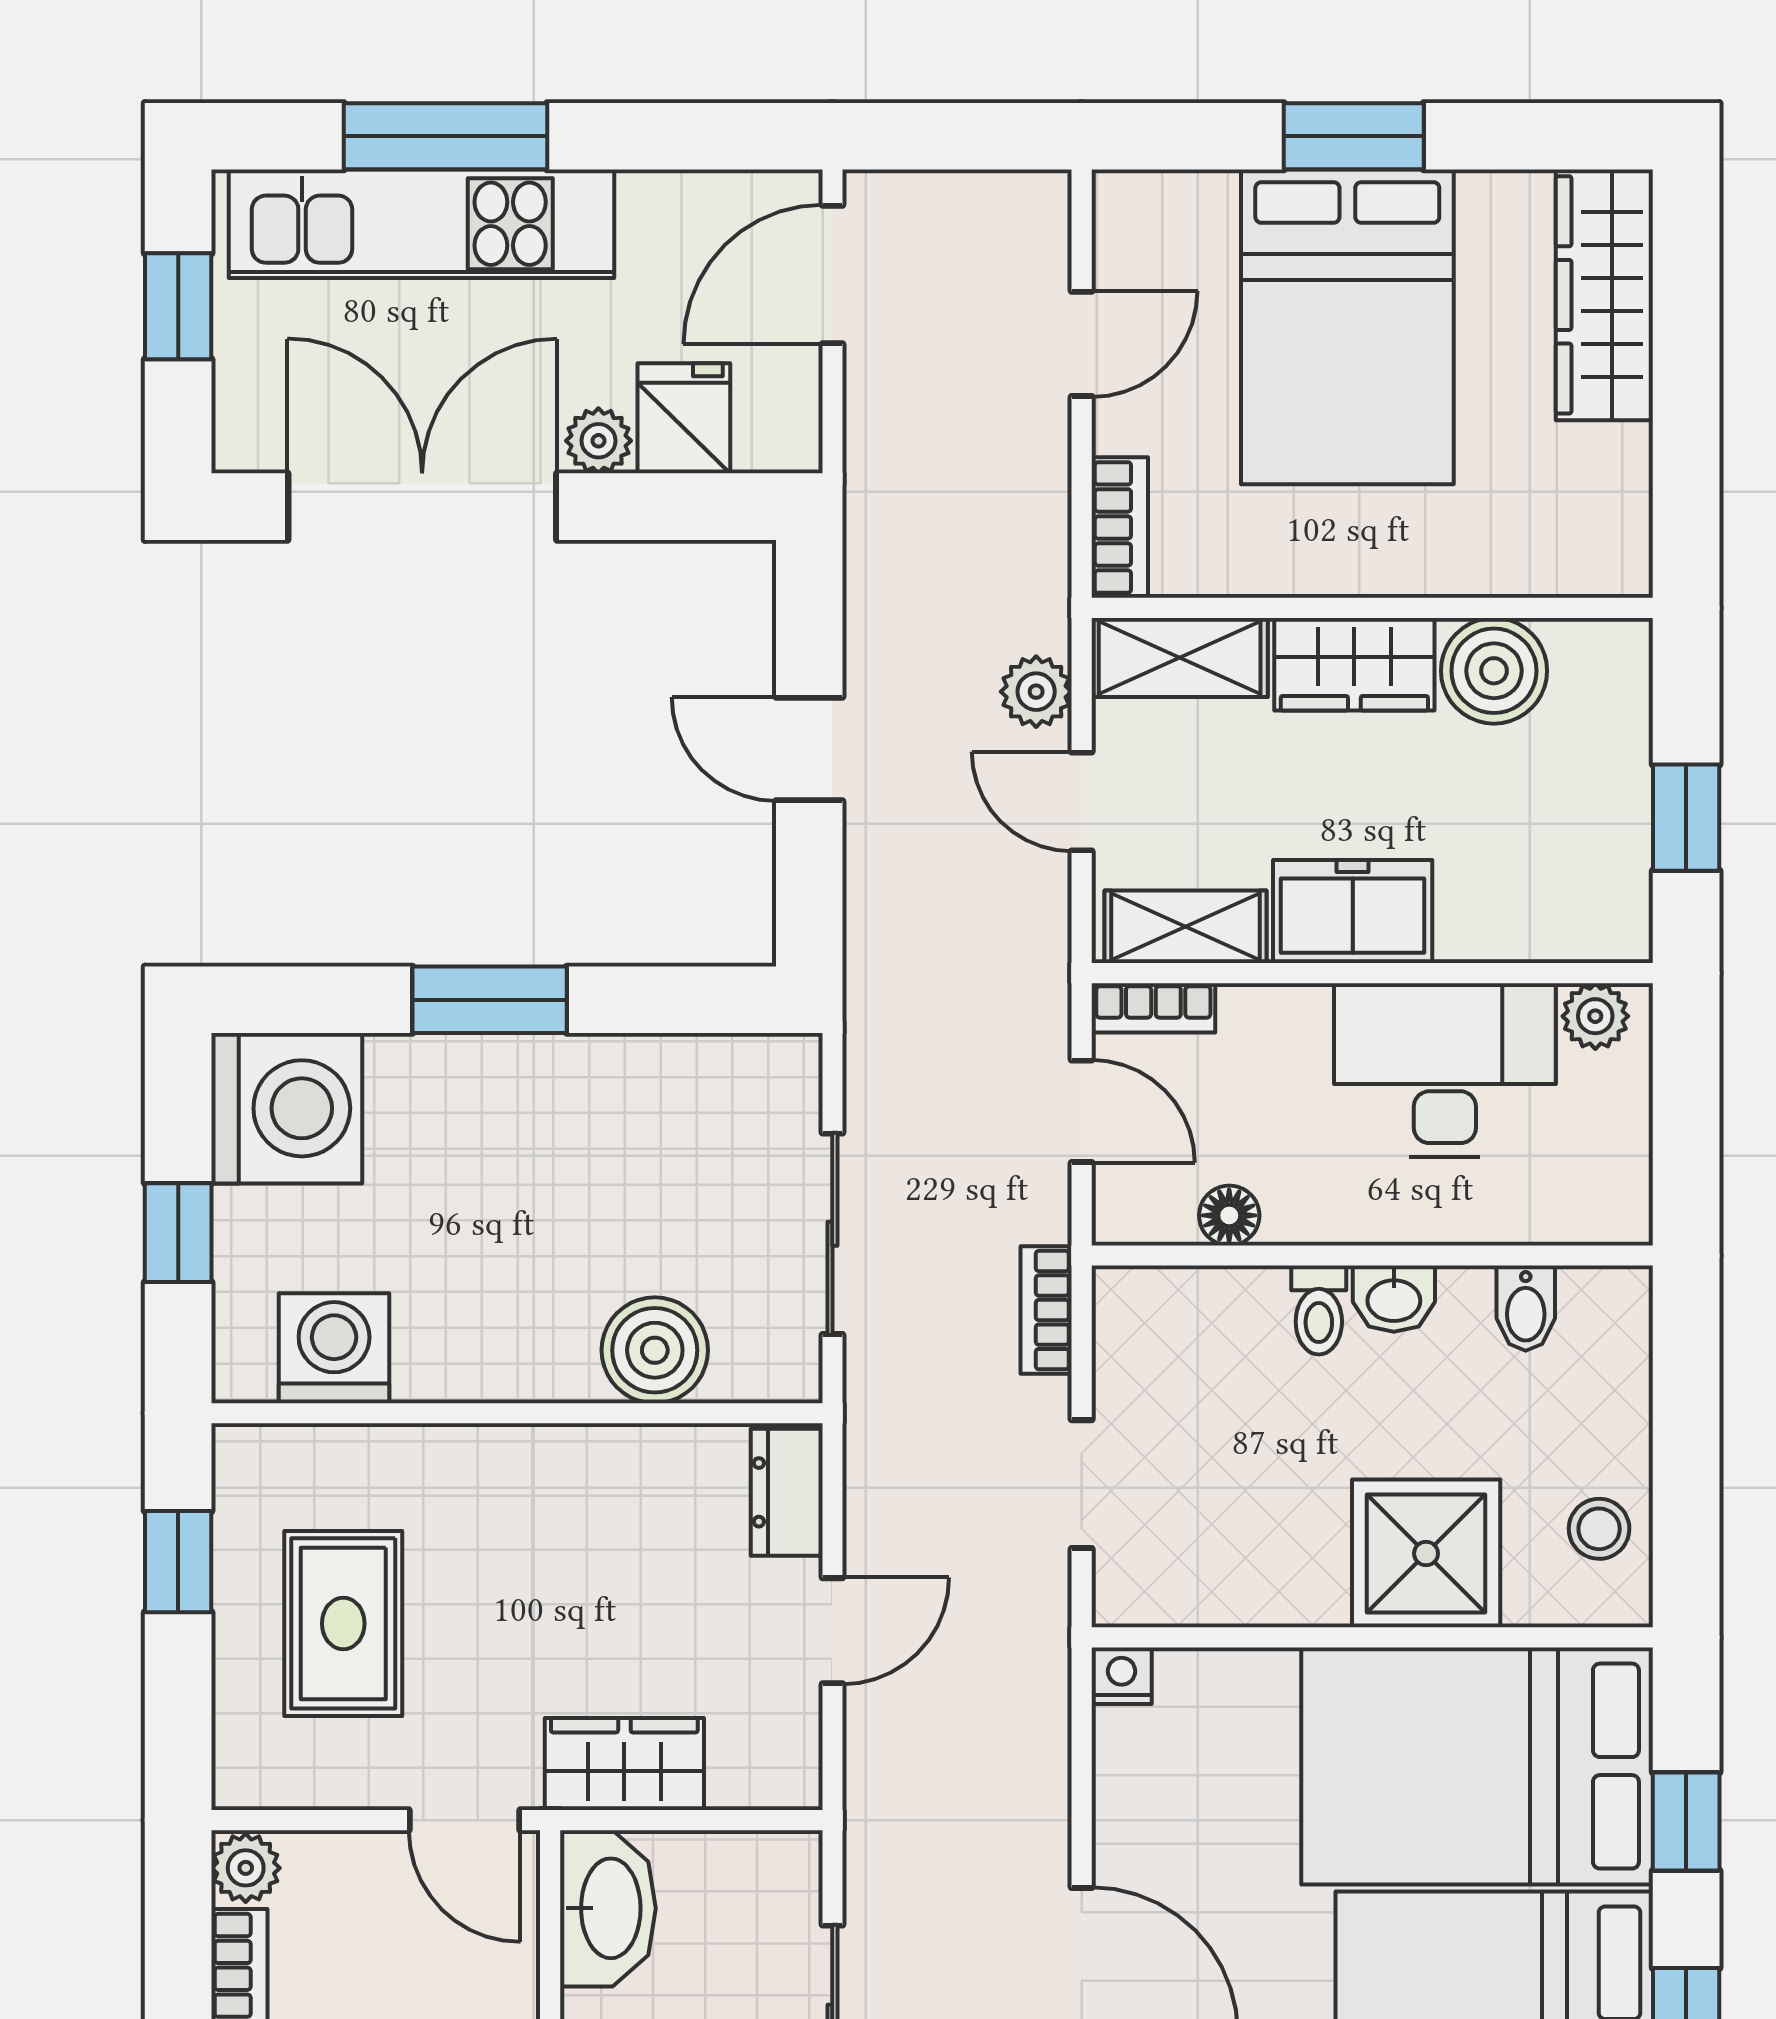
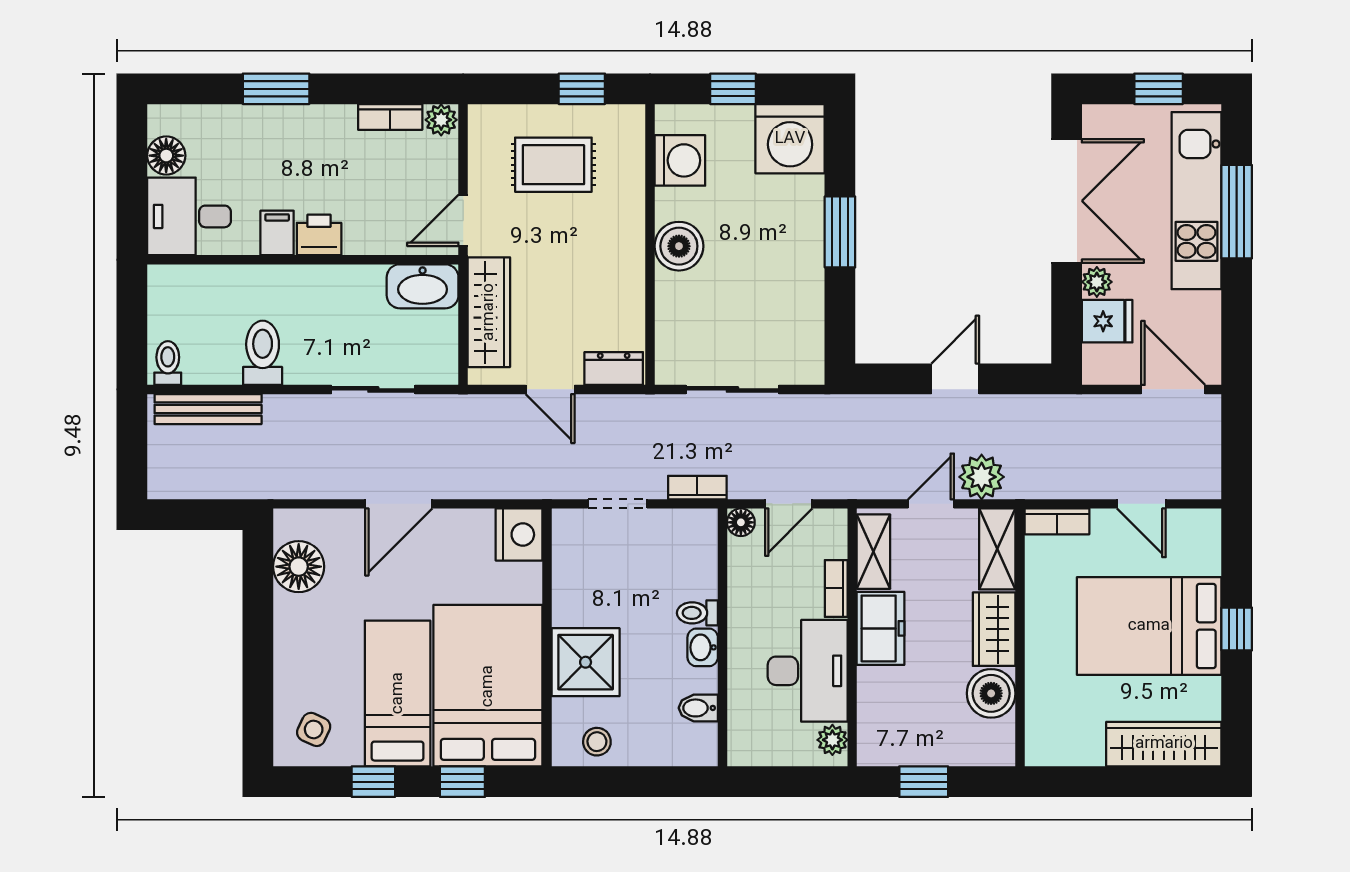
window: (1354, 136) -> (1237, 629), width x0.67
plant: (1036, 692) -> (982, 477), width x1.38, depth x1.38
bookcase: (1153, 1008) -> (836, 588), moved
floor lamp: (1229, 1215) -> (741, 522), moved
boiler: (655, 1350) -> (679, 246), moved
nightstand: (1122, 1676) -> (519, 535), width x1.89, depth x1.79
wardrobe: (624, 1764) -> (489, 312), width x1.50

